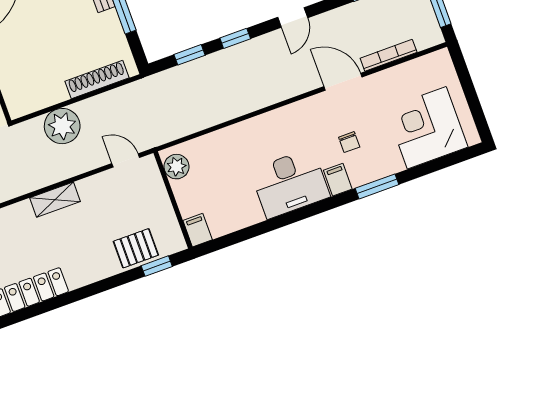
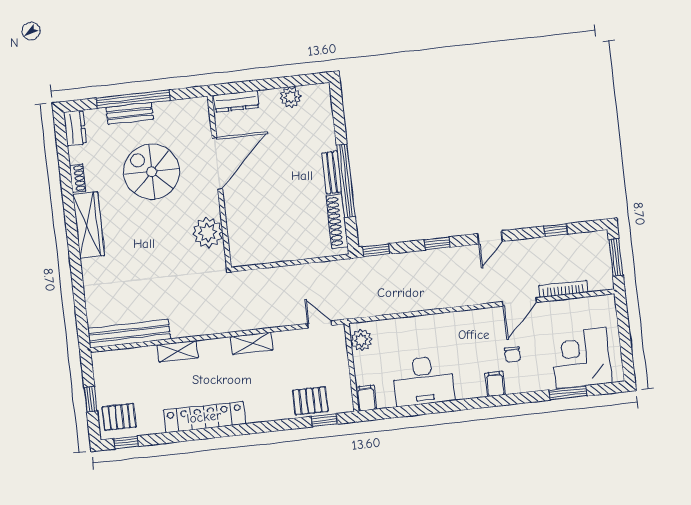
window: (190, 55) -> (376, 250), moved
shoe rack: (97, 80) -> (337, 221), moved, turned -90
door: (343, 82) -> (519, 302), swing flipped
plant: (62, 126) -> (273, 282), removed
desk: (290, 183) -> (423, 381), moved
window: (377, 186) -> (568, 393), moved

